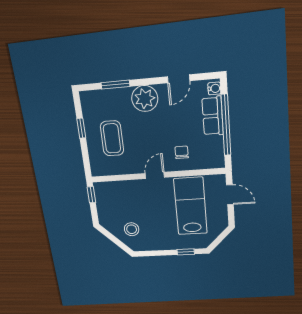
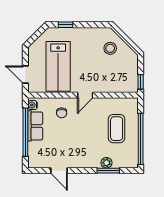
door: (179, 79) -> (59, 171), swing flipped
water cooler: (214, 88) -> (33, 105), moved
plant: (145, 99) -> (106, 163), moved, width x0.53, depth x0.53
row of seats: (213, 116) -> (35, 126), moved
window: (81, 128) -> (141, 139), width x3.17

